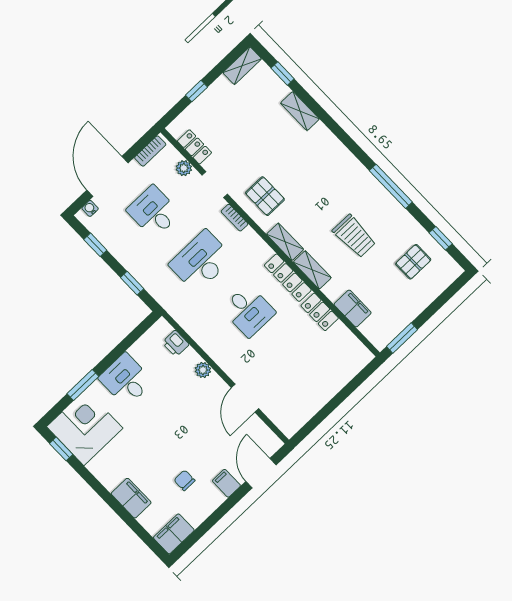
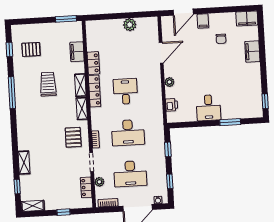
desk: (153, 212) -> (130, 174), width x1.37
plant: (315, 400) -> (130, 25), added
corner desk: (85, 427) -> (246, 102), removed

